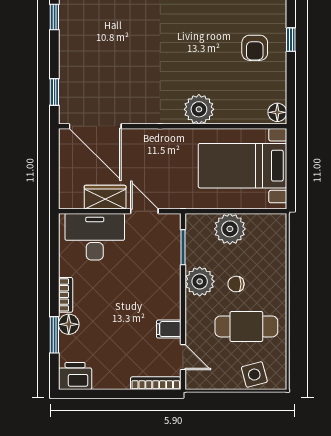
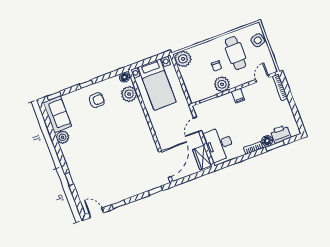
plant: (199, 109) -> (129, 94), moved
wardrobe: (105, 197) -> (202, 158), moved
plant: (230, 229) -> (183, 59), moved
filing cabinet: (169, 329) -> (238, 96), moved
printer: (75, 376) -> (280, 134), moved, turned 90

